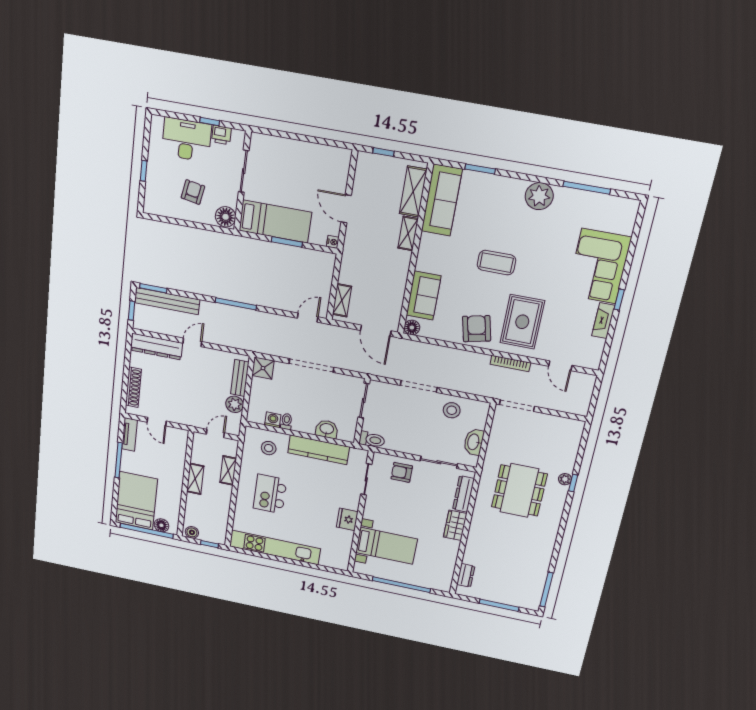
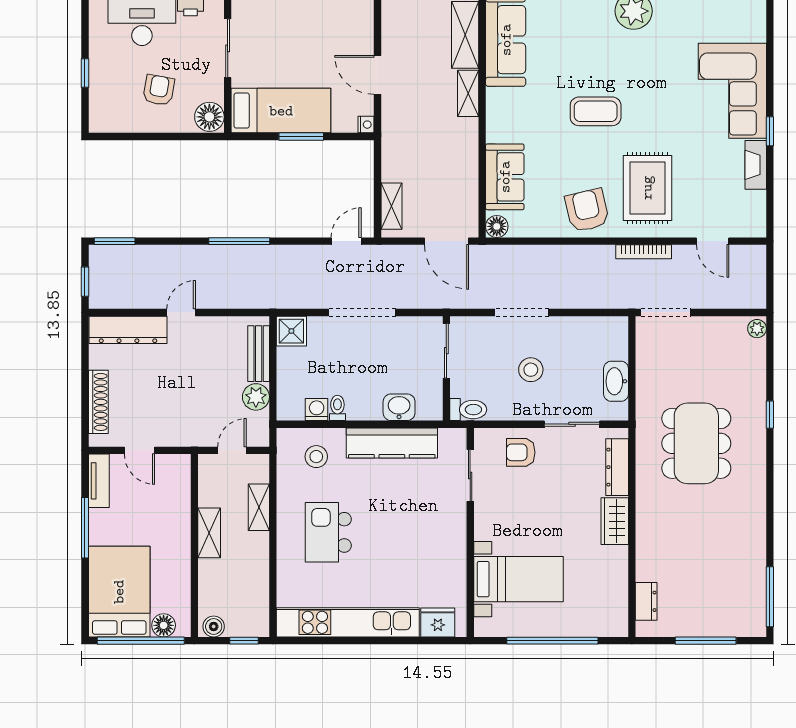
bench: (167, 301) -> (137, 257), removed
stool: (452, 410) -> (531, 370), moved
plant: (565, 479) -> (757, 329), moved
fridge: (347, 519) -> (438, 623), moved, turned 90

